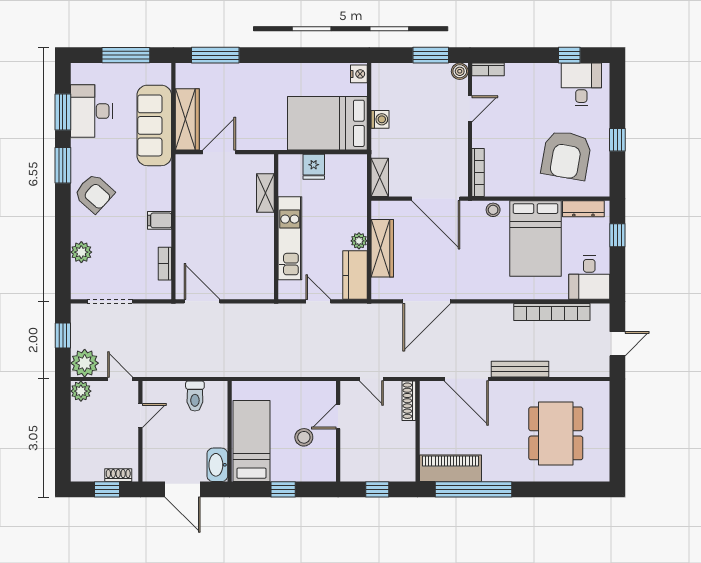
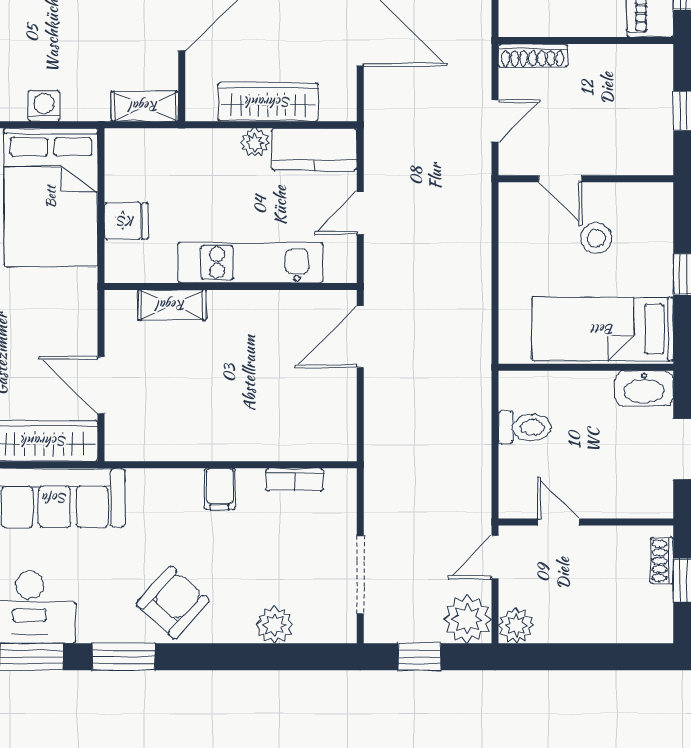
door: (202, 301) -> (360, 337), moved

